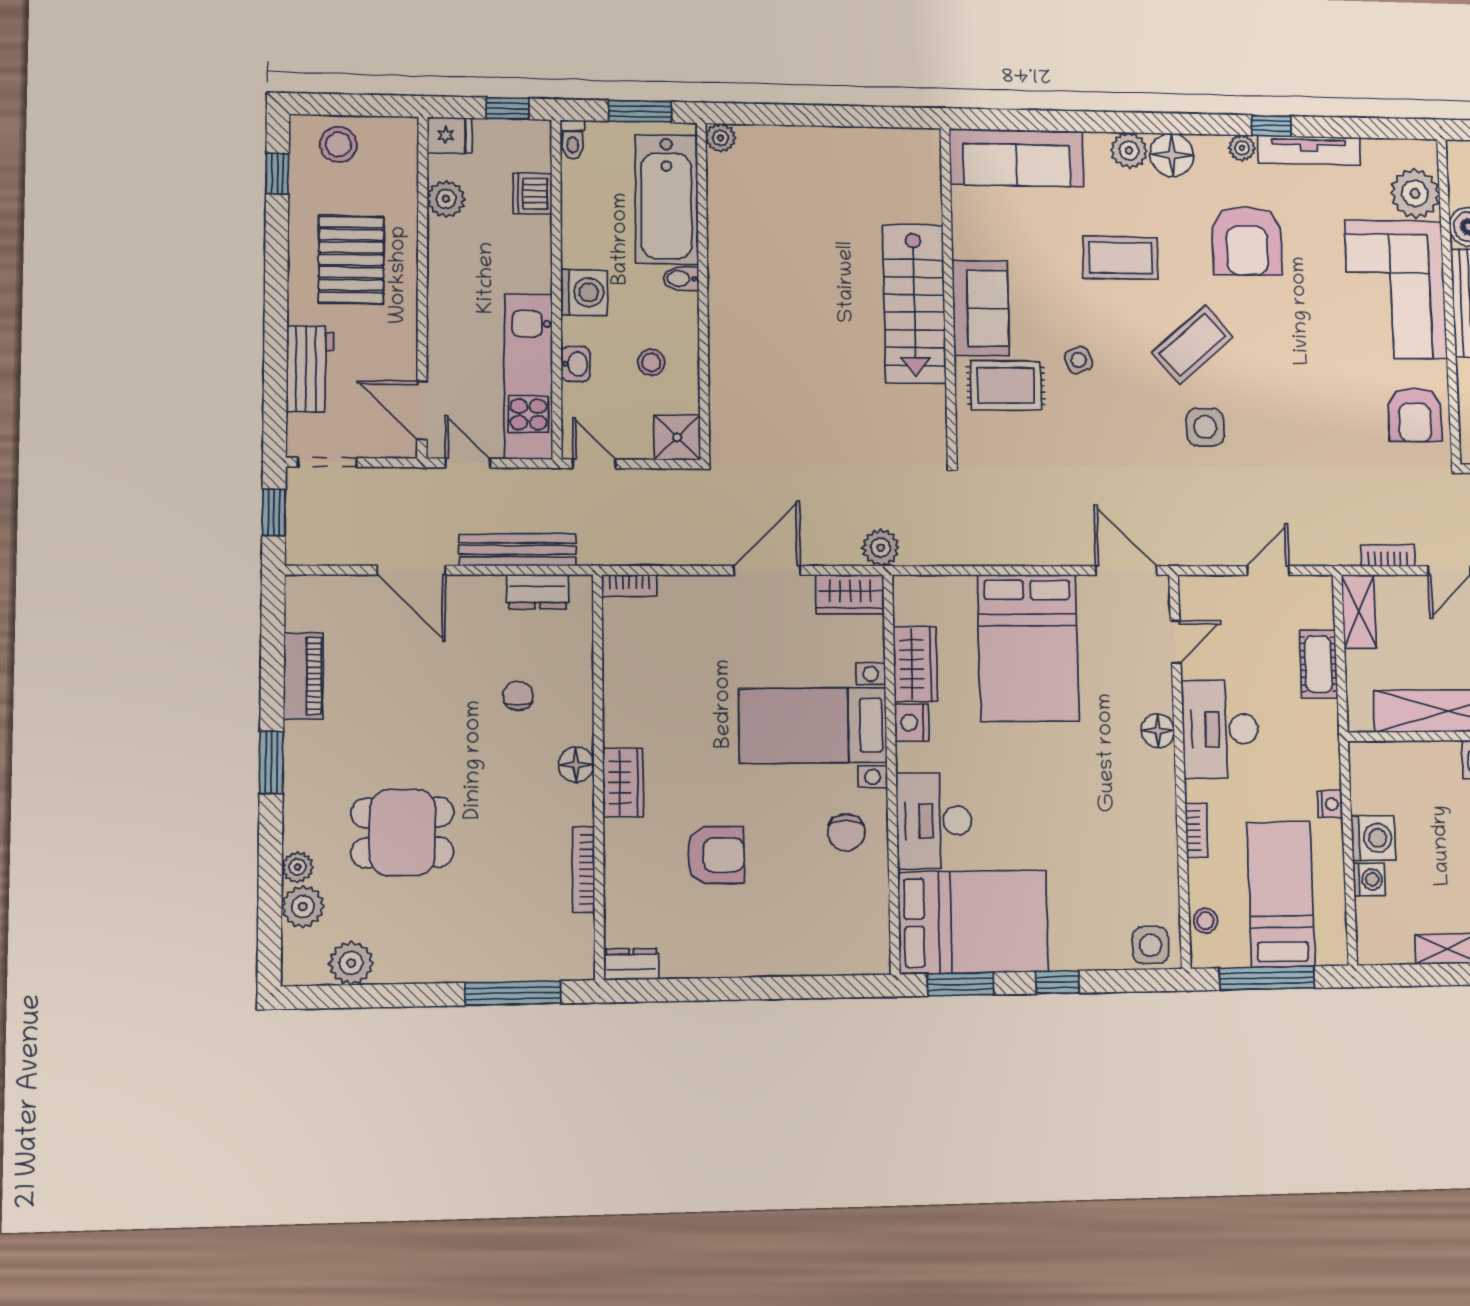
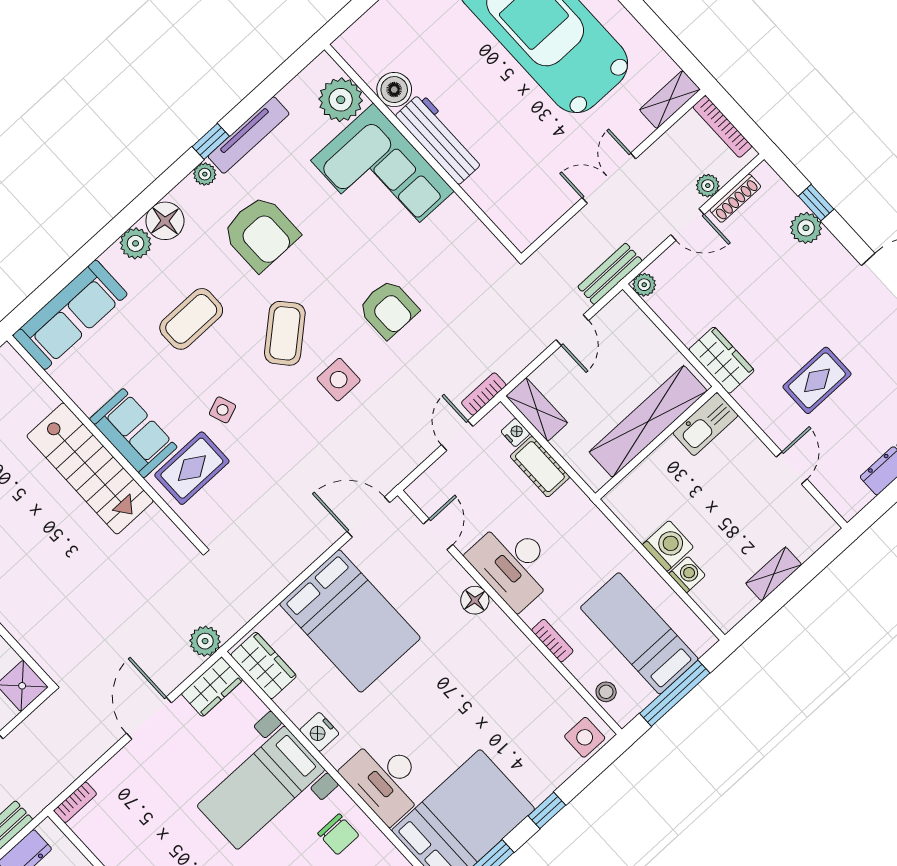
armchair: (1415, 415) -> (388, 309), moved
bookcase: (1388, 556) -> (484, 394), moved
wardrobe: (915, 664) -> (264, 666), moved
nightstand: (1330, 804) -> (515, 432), moved

